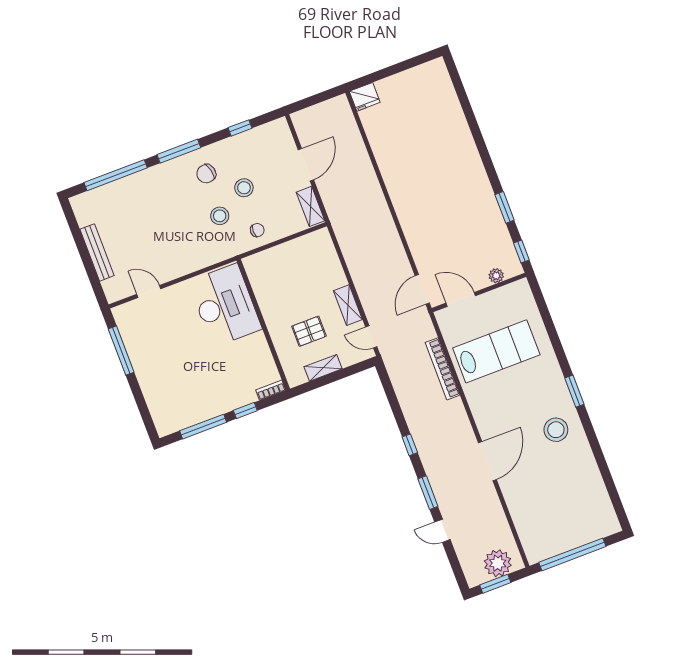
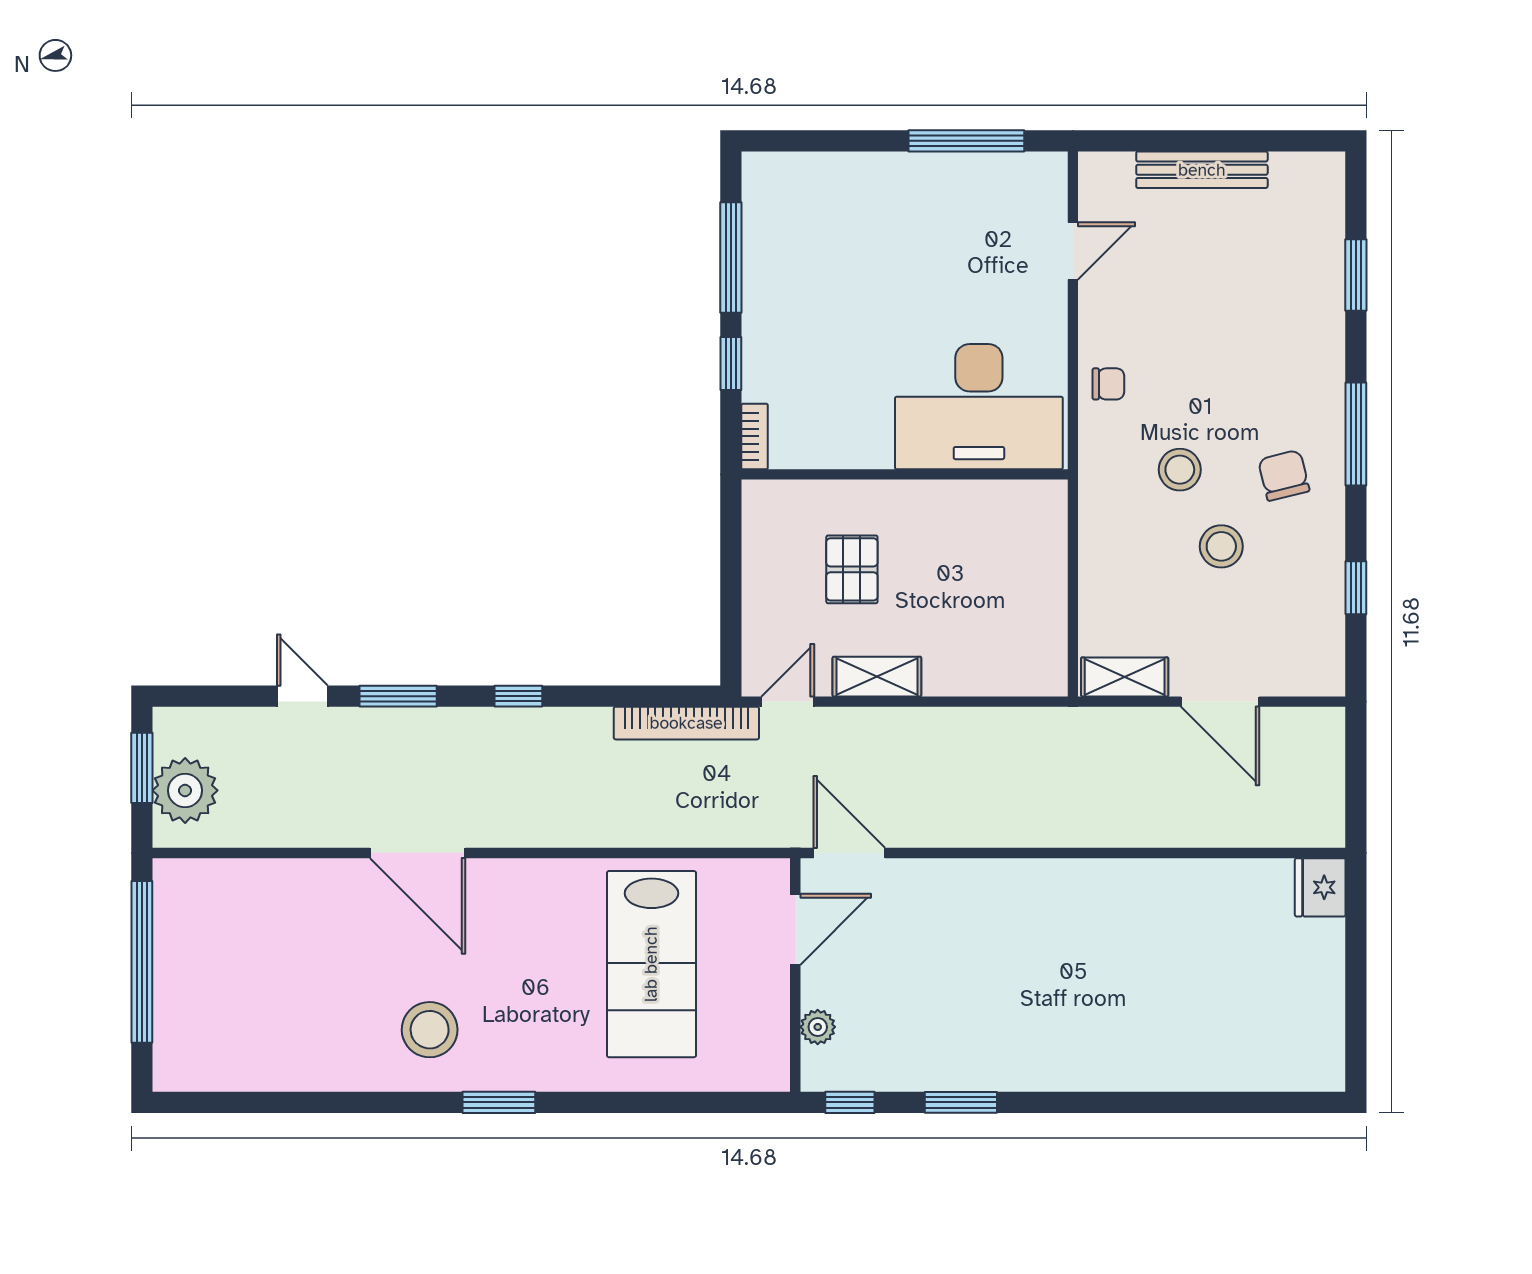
window: (116, 175) -> (1356, 275), width x0.47
chair: (257, 230) -> (1108, 384), moved, turned -90
shelving: (323, 368) -> (760, 570), removed
bookcase: (443, 369) -> (686, 723), moved, turned 180
door: (442, 531) -> (302, 696), hinge flipped

